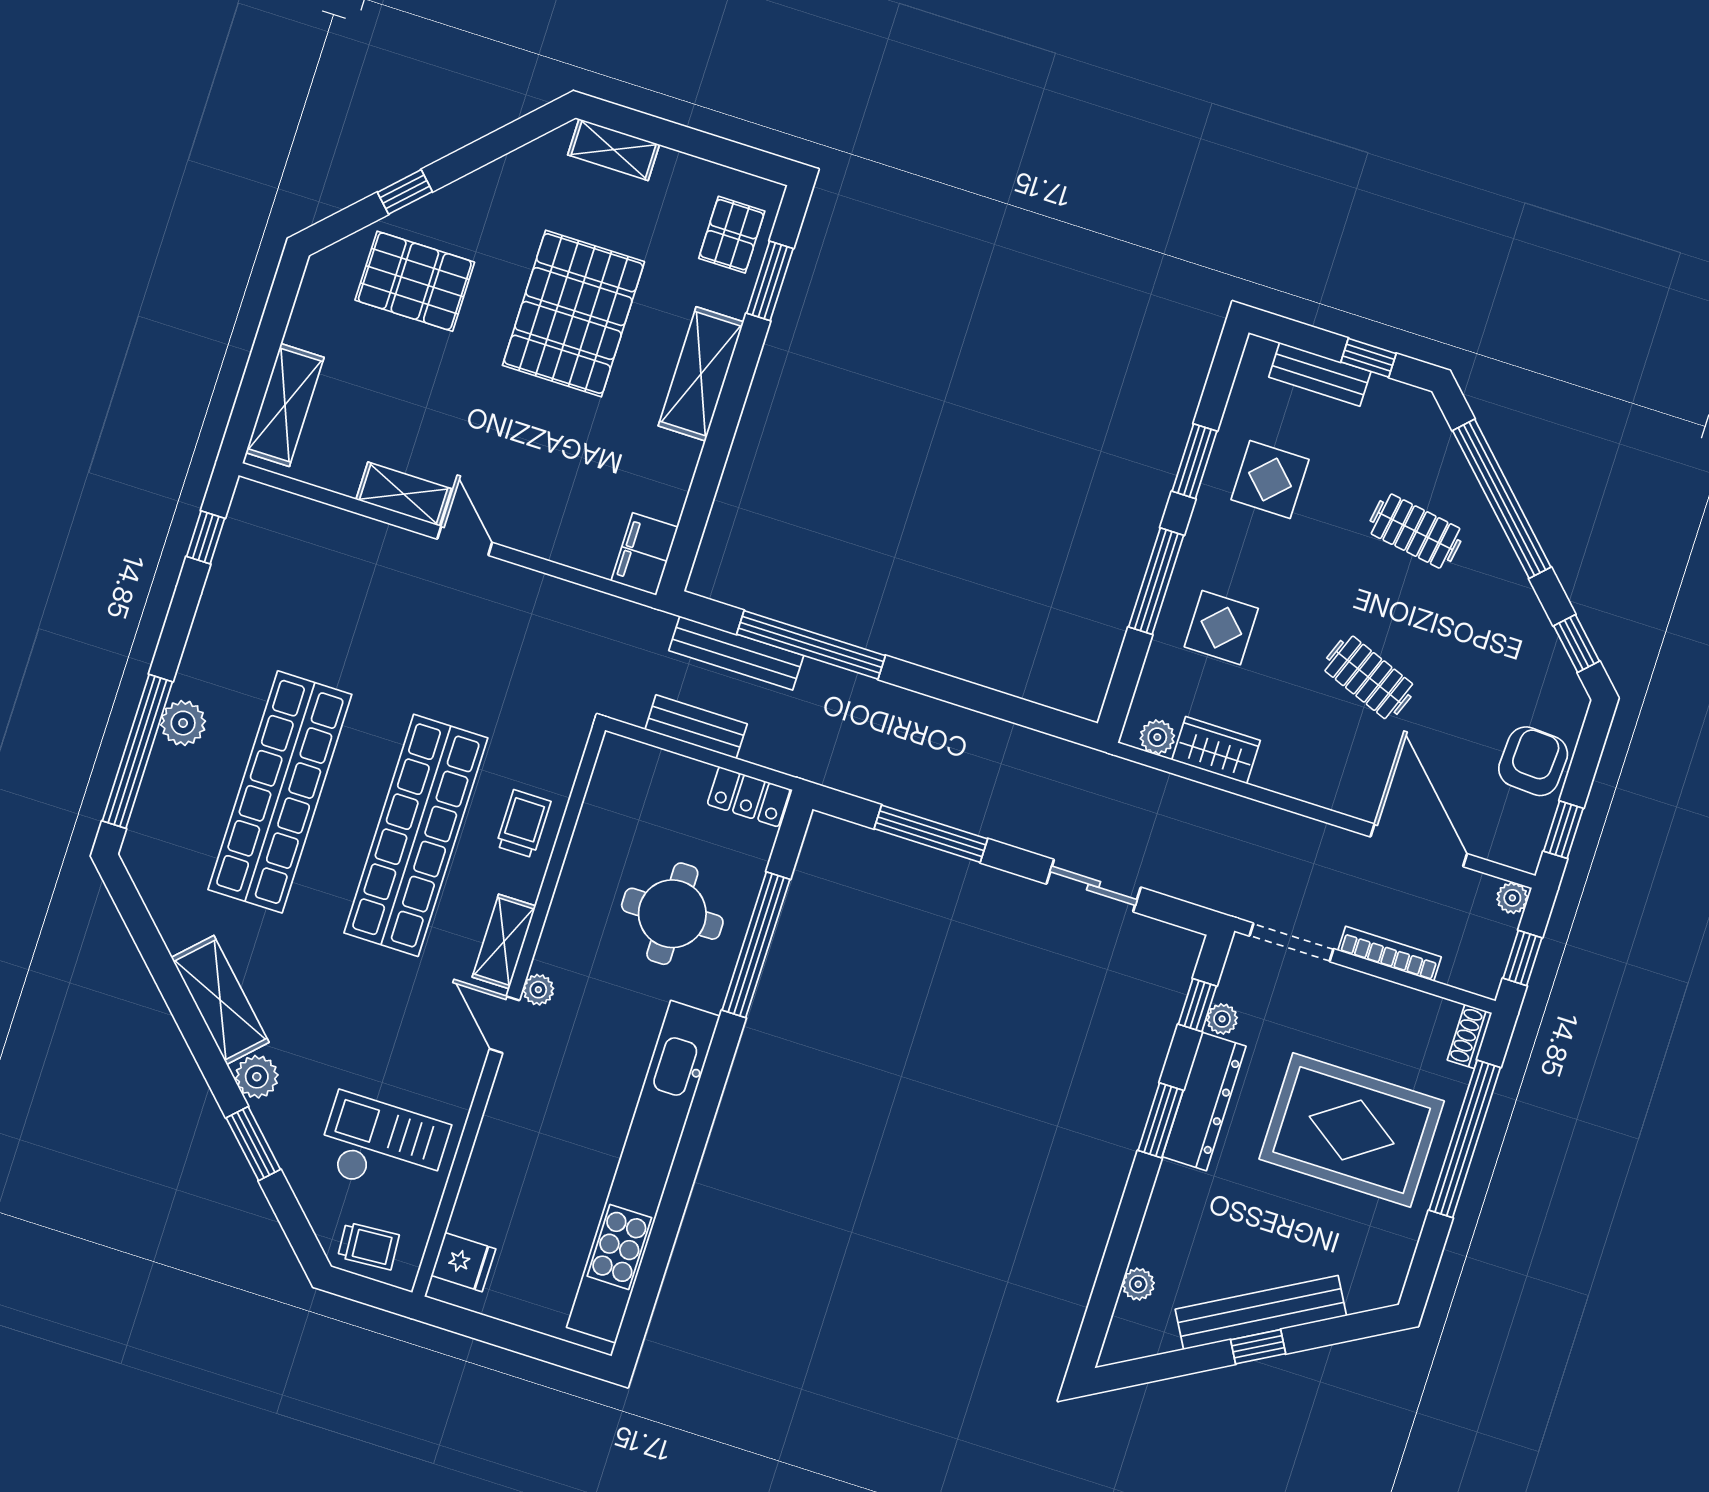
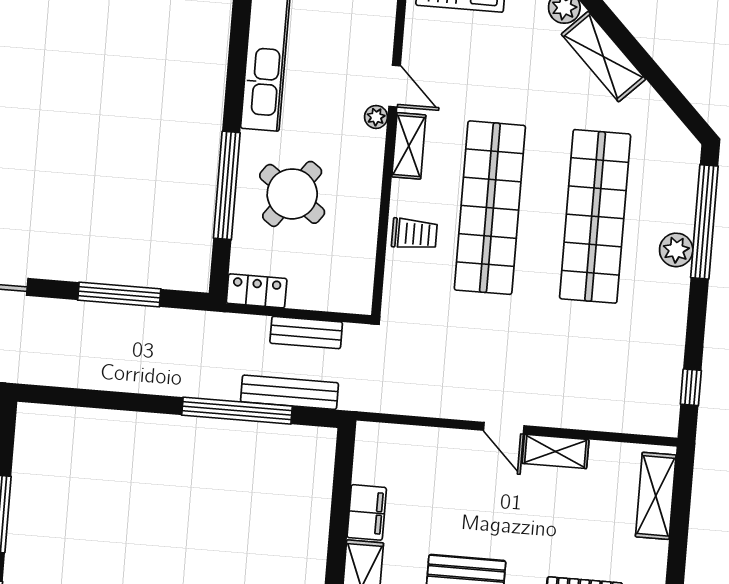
filing cabinet: (645, 554) -> (367, 512), moved
trolley: (523, 824) -> (414, 234), turned -90
round table: (672, 914) -> (292, 194), turned 36

